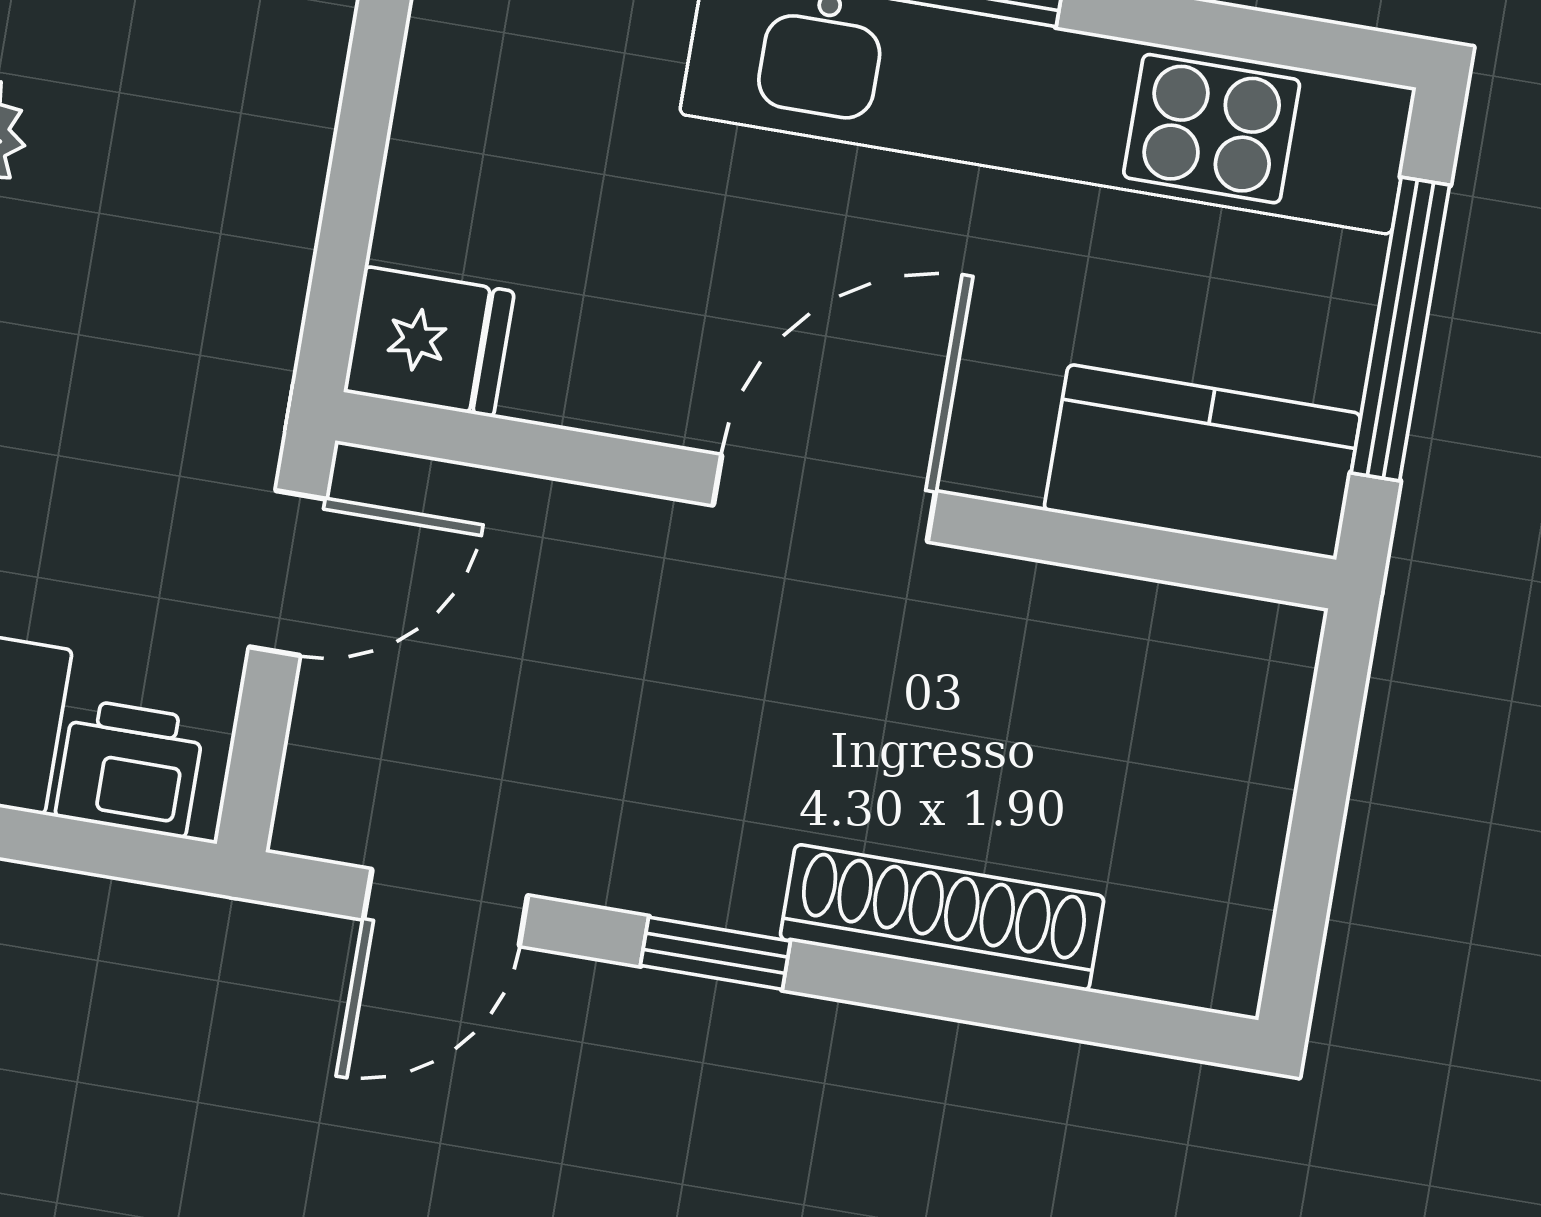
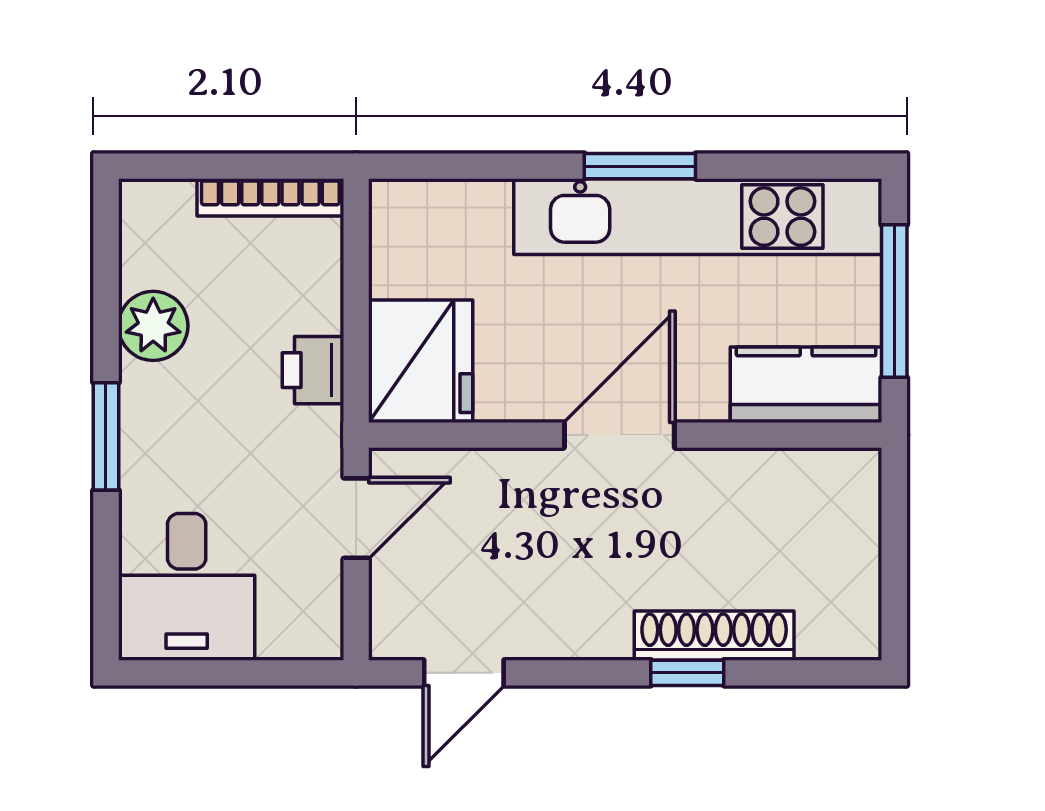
fridge: (429, 342) -> (421, 361), width x1.88, depth x1.34
printer: (130, 768) -> (313, 370), moved, turned -90
window: (715, 953) -> (687, 673), moved

